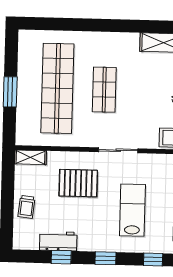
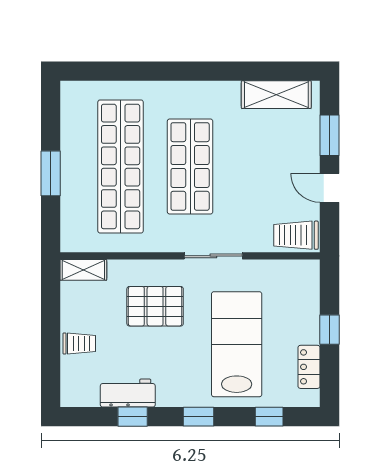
shop shelf: (104, 90) -> (190, 166), width x1.43, depth x1.36
trolley: (27, 207) -> (79, 343), turned -96
lab bench: (132, 210) -> (237, 344), width x1.36, depth x1.39

